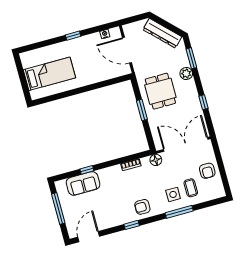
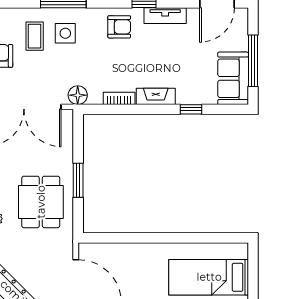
fireplace: (110, 172) -> (156, 96), added
sofa: (83, 183) -> (233, 78), moved, turned -90
tv unit: (117, 221) -> (165, 16), added

